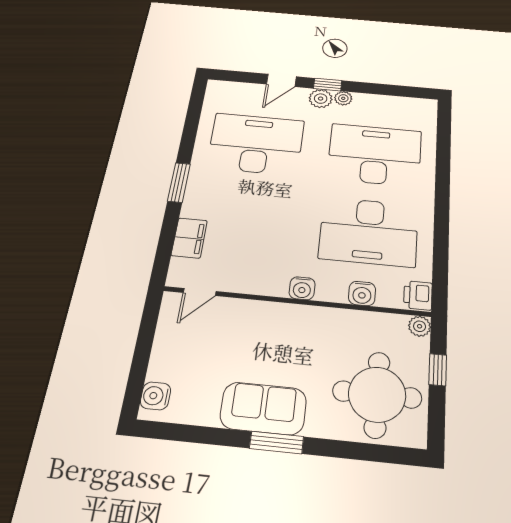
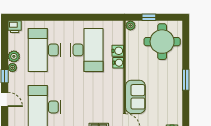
plant: (321, 99) -> (14, 56), moved
water cooler: (302, 288) -> (118, 63), moved
printer: (418, 295) -> (15, 27), moved
sofa: (263, 408) -> (135, 97), moved, turned 180

